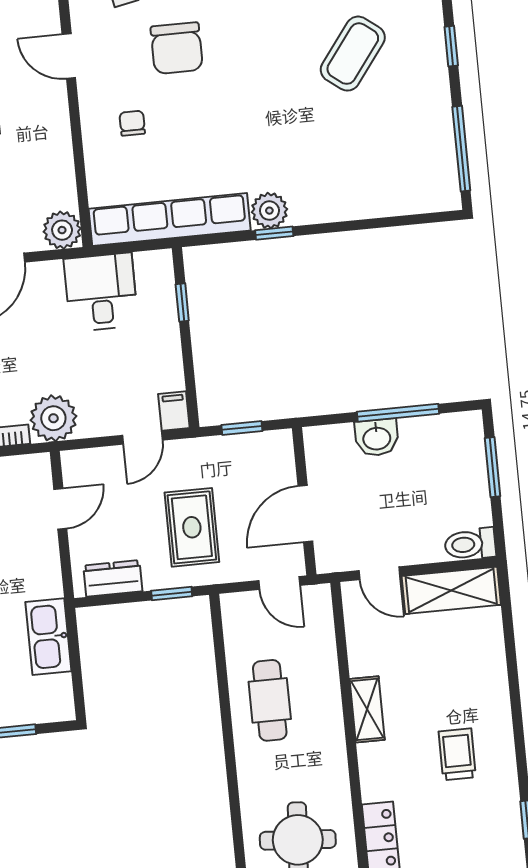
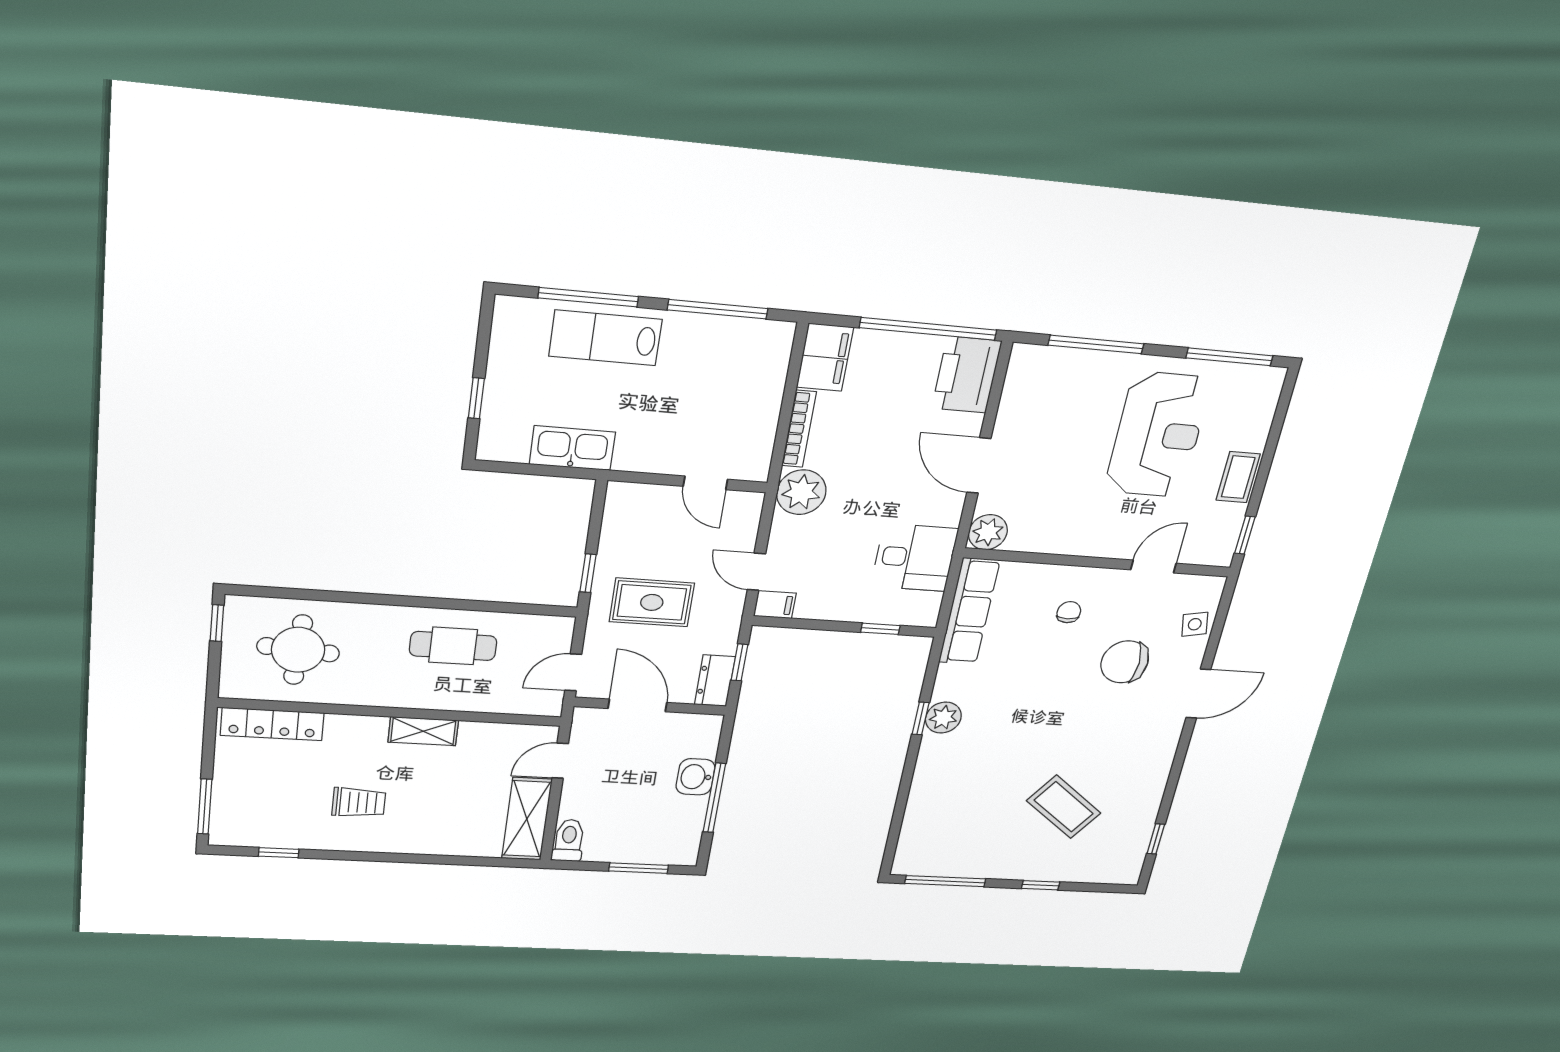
chair: (132, 123) -> (1069, 612), turned -90
row of seats: (170, 220) -> (969, 611), width x0.73
dresser: (113, 578) -> (715, 681), moved, turned 180

